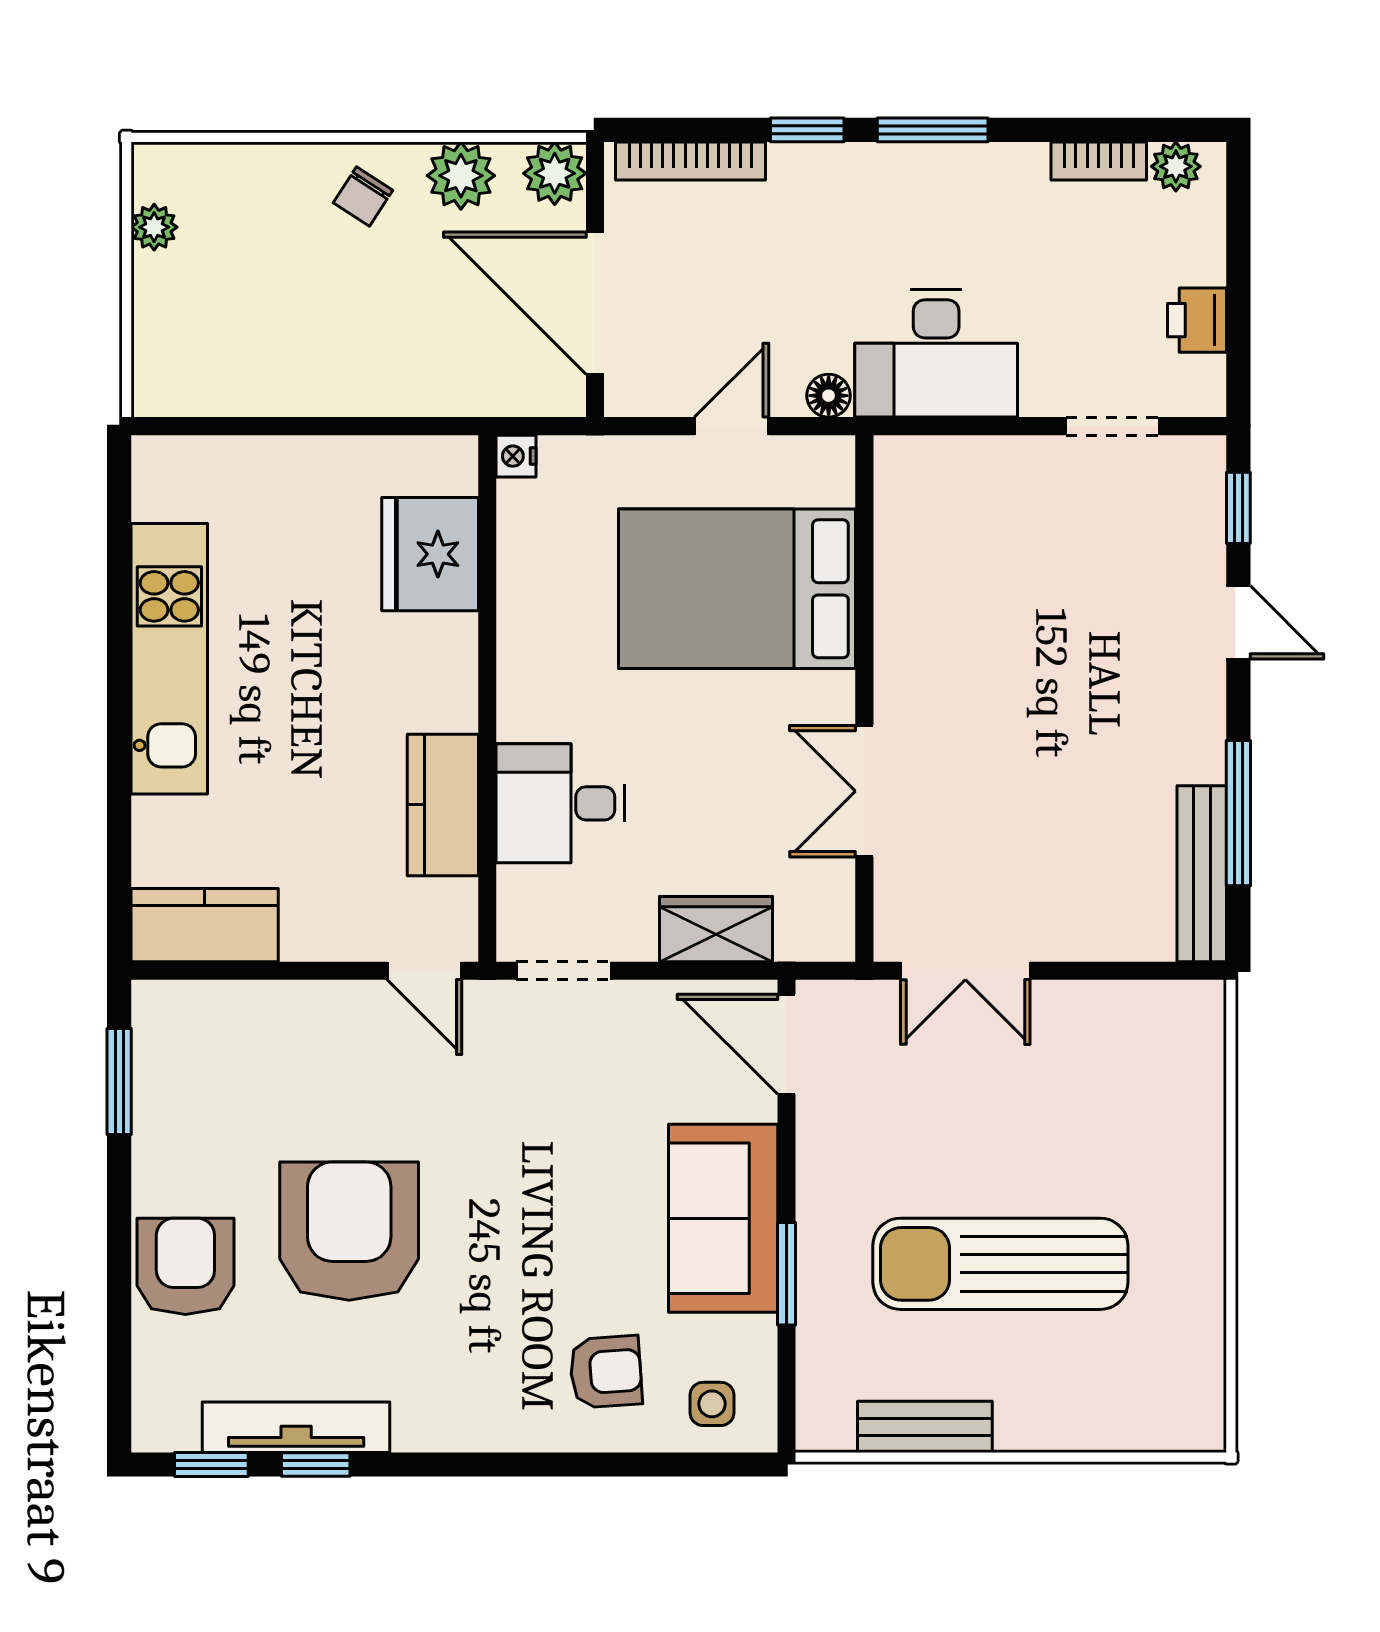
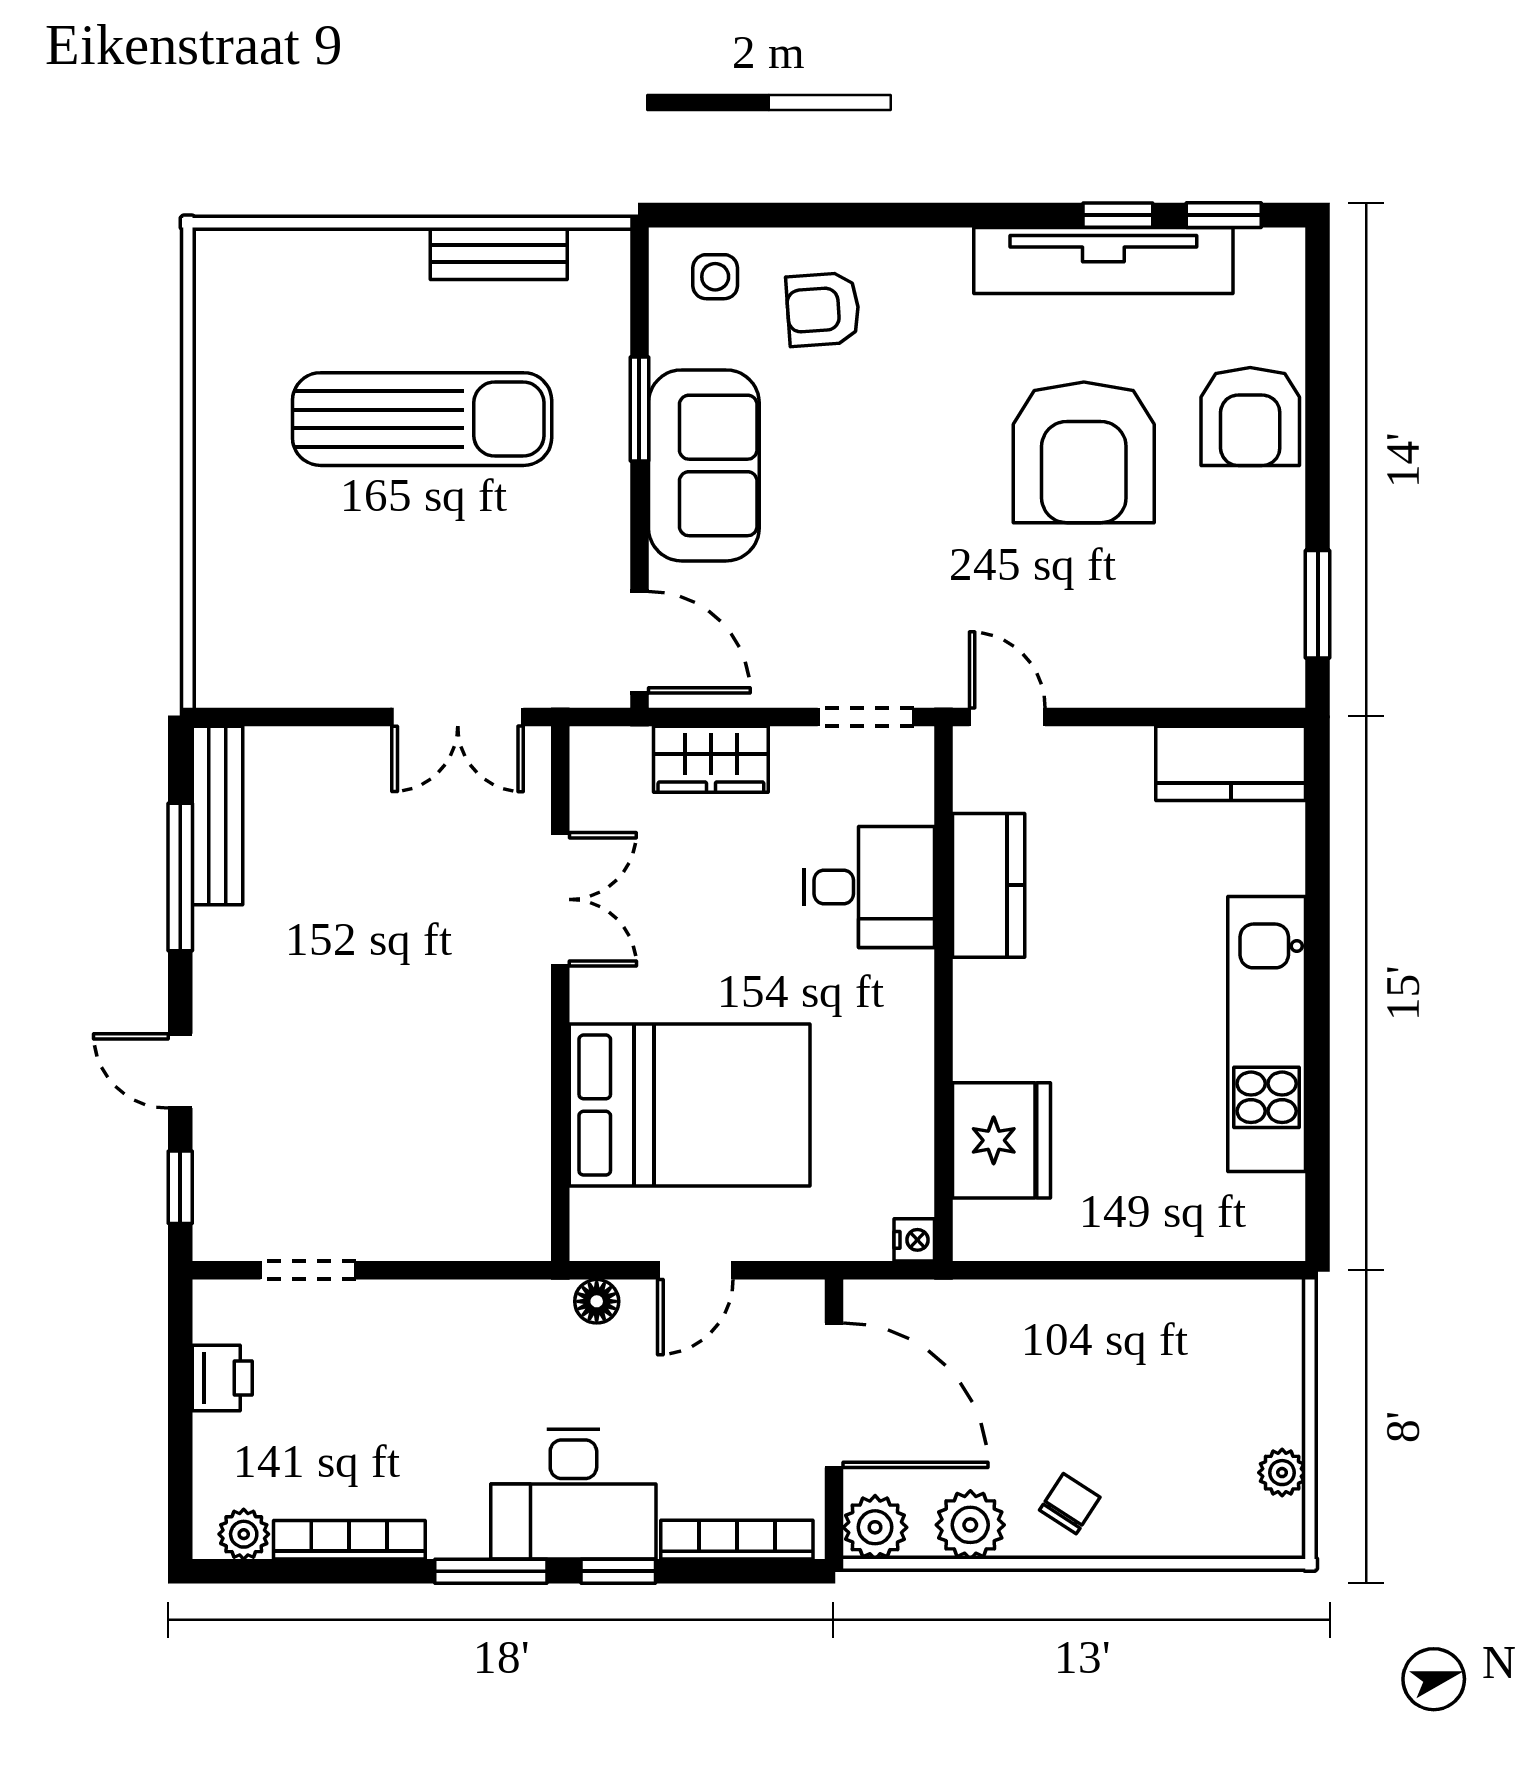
bookcase: (1099, 161) -> (349, 1540), width x1.56
desk: (936, 353) -> (573, 1494), moved, turned 180
double door: (965, 971) -> (458, 717), swing flipped
tv unit: (296, 1427) -> (1103, 260), width x1.36, depth x1.29

